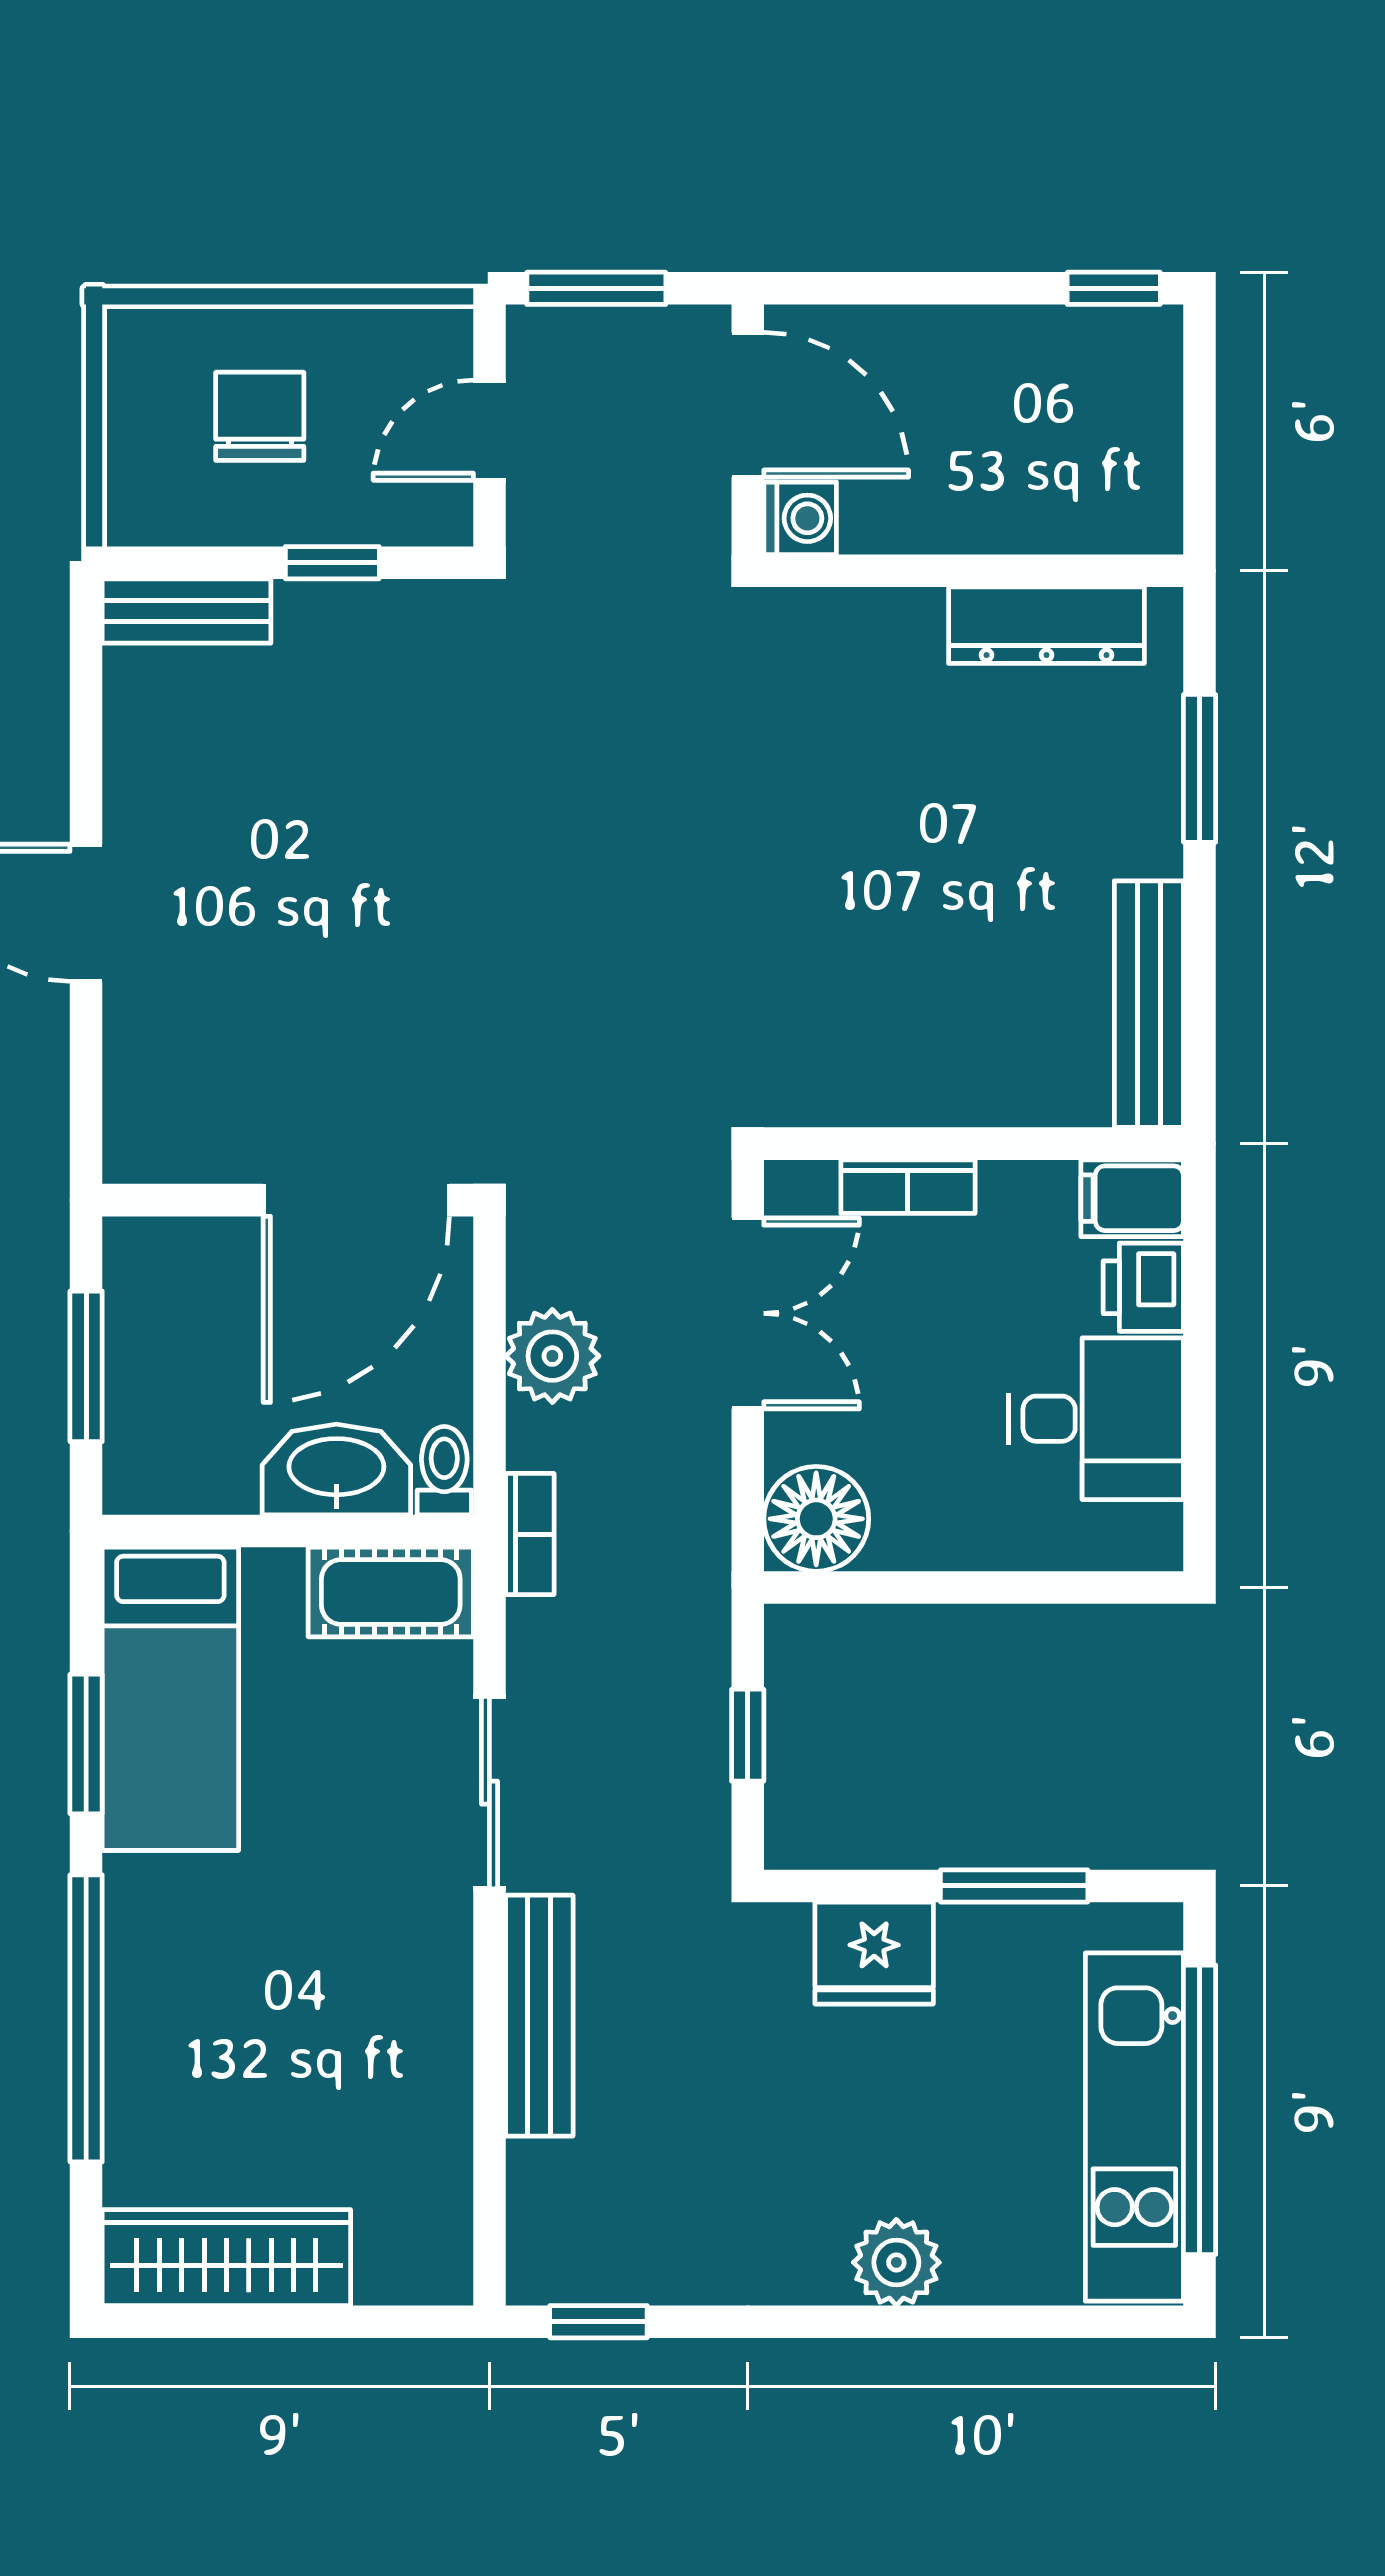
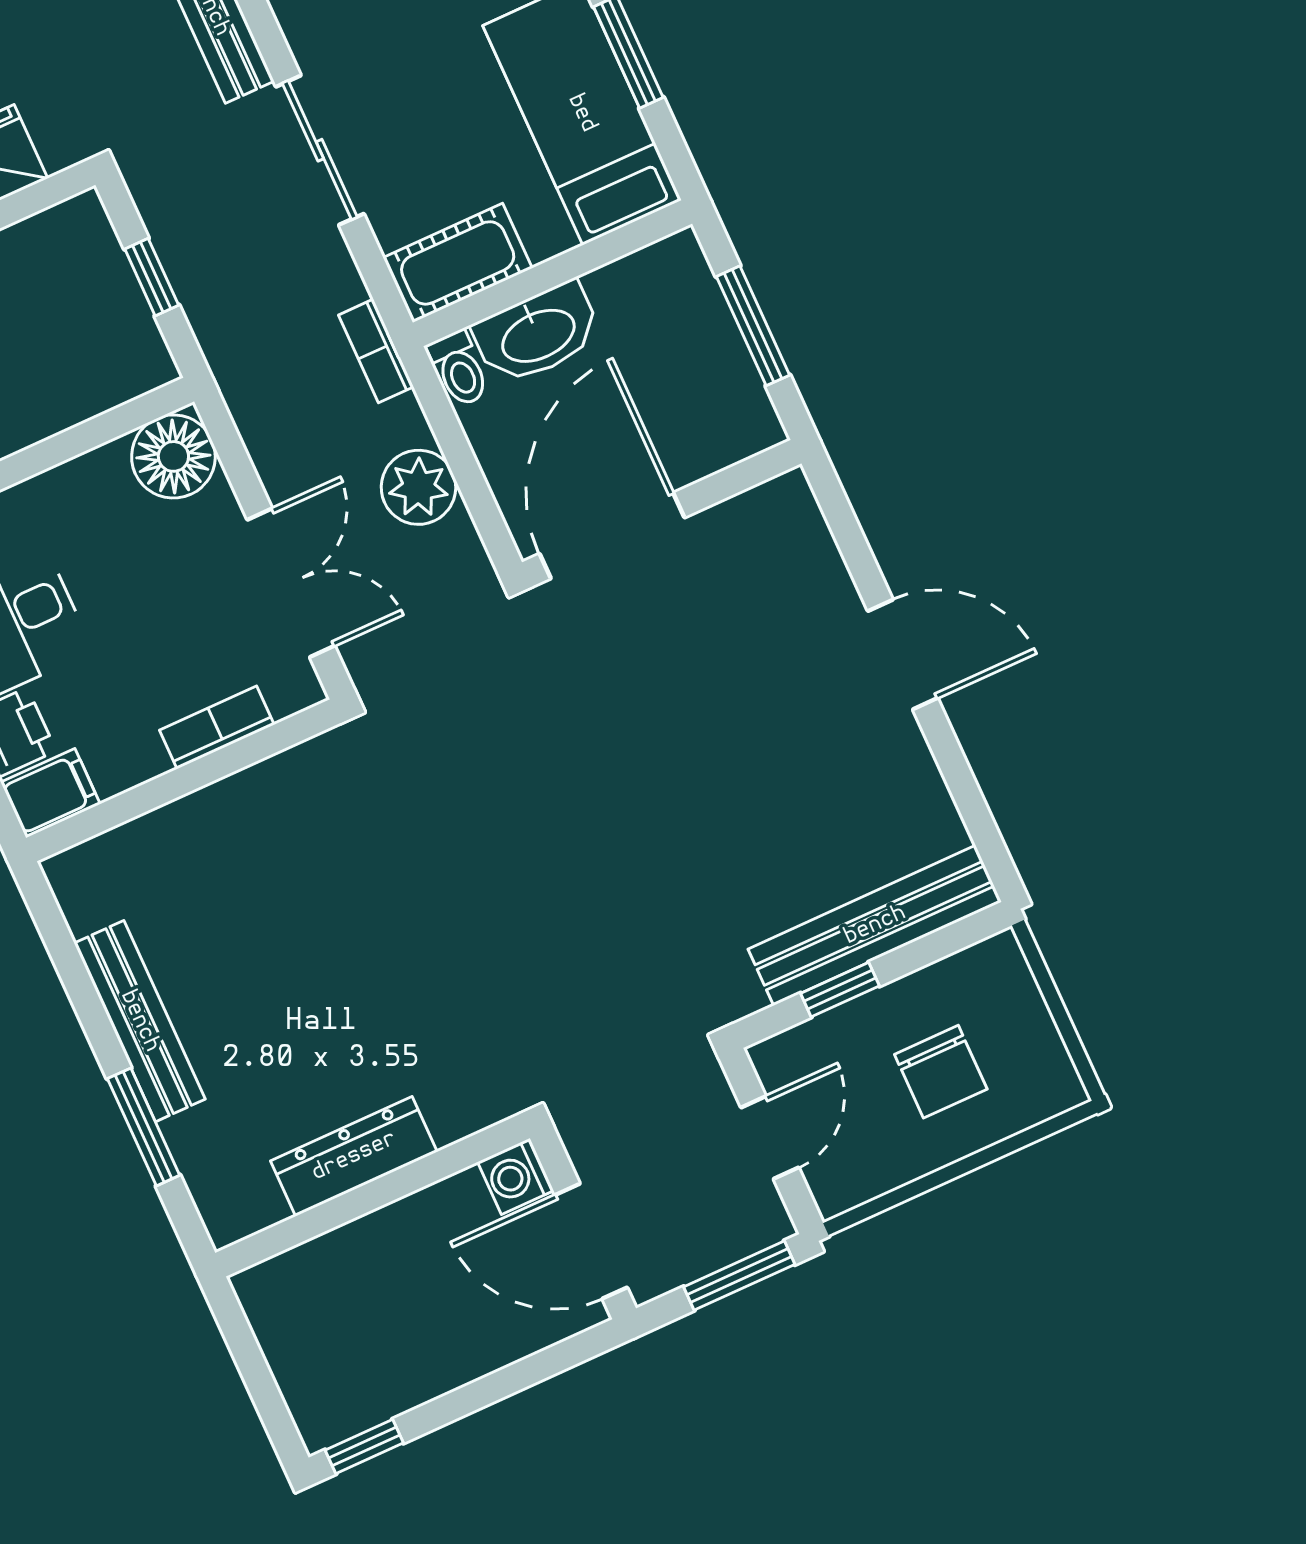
bench: (186, 611) -> (875, 925), width x1.86, depth x1.21
dresser: (1046, 625) -> (354, 1156), moved
bench: (1149, 1004) -> (140, 1021), moved
double door: (748, 1313) -> (291, 583), swing flipped

